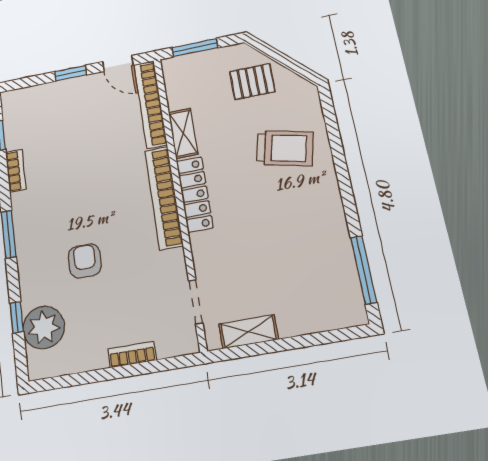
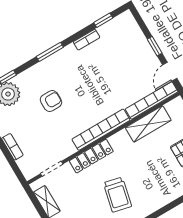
shelving: (183, 133) -> (148, 124), width x1.50, depth x1.33
trolley: (285, 148) -> (117, 195), moved
locker: (195, 194) -> (91, 156), moved

